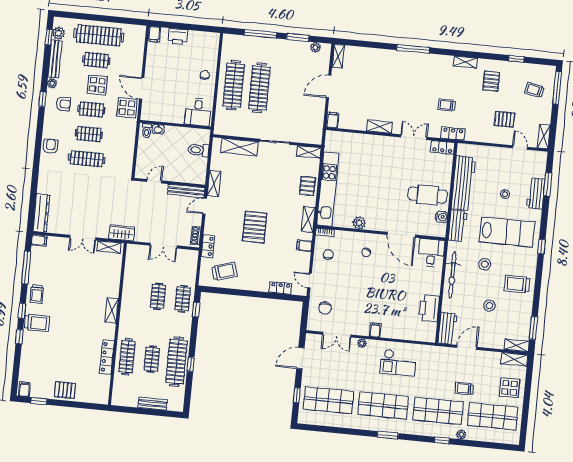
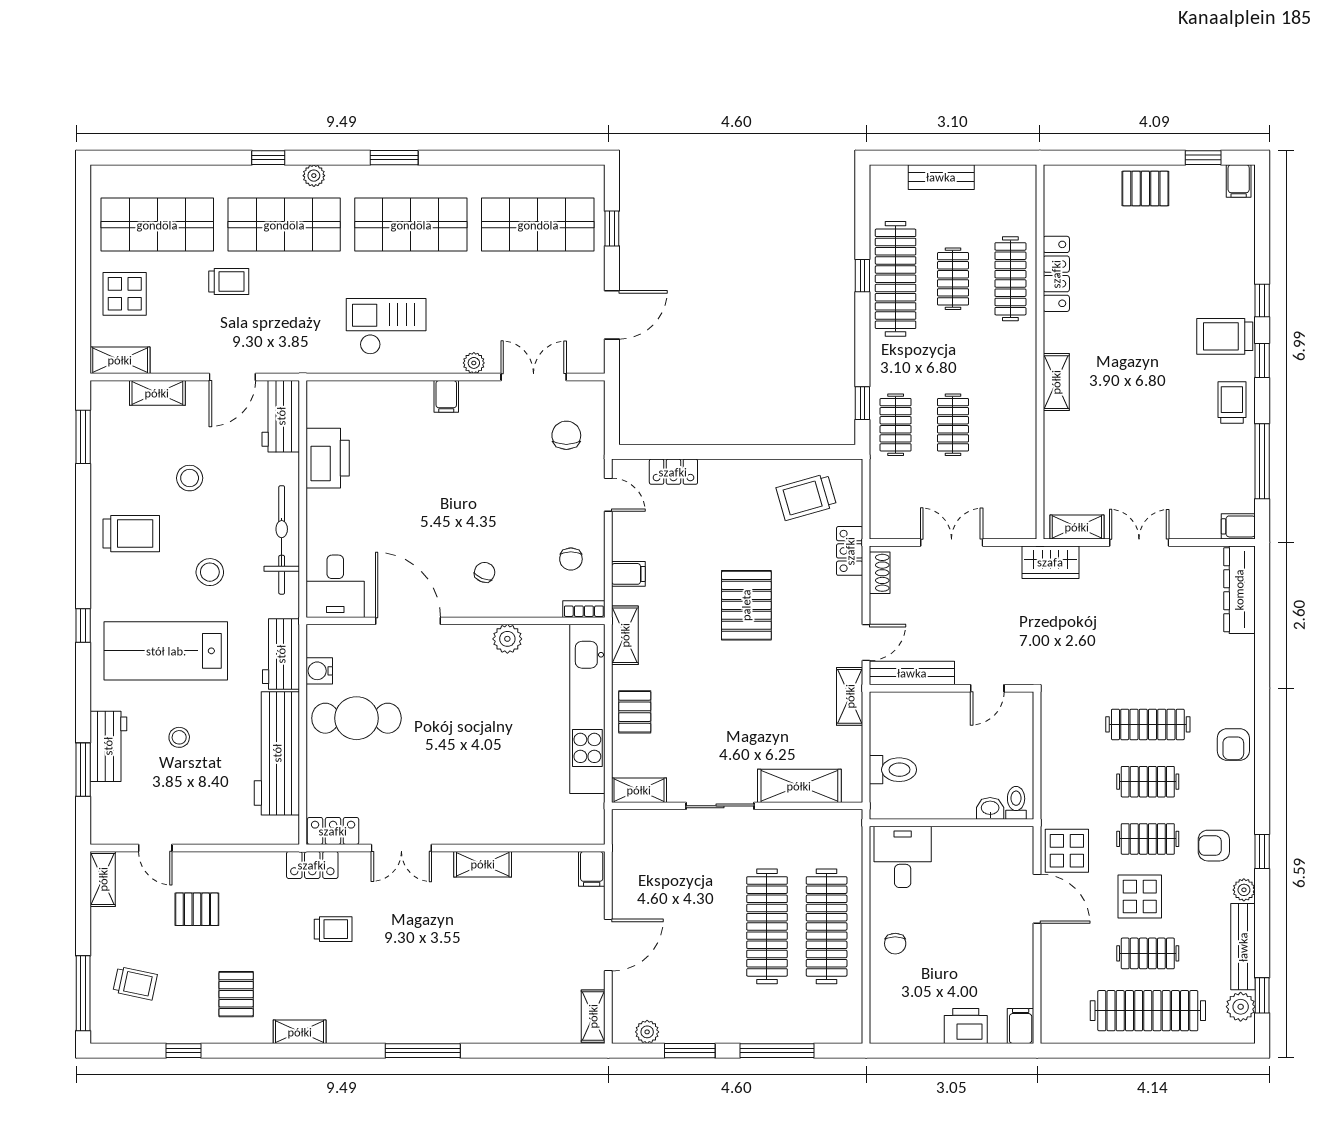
shelving: (517, 345) -> (157, 393), moved
plant: (461, 435) -> (314, 176), moved

